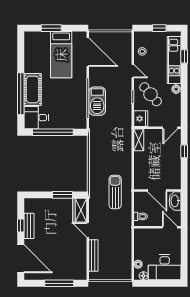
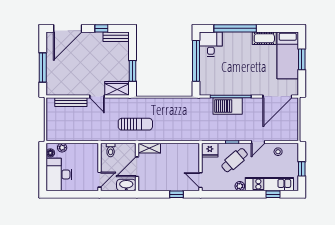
bed: (61, 55) -> (288, 55), moved, turned -90
cot: (33, 89) -> (264, 38), moved, width x0.73, depth x0.75
shelving: (139, 140) -> (149, 148), moved
bench: (29, 226) -> (116, 37), moved
door: (88, 230) -> (97, 97), swing flipped

